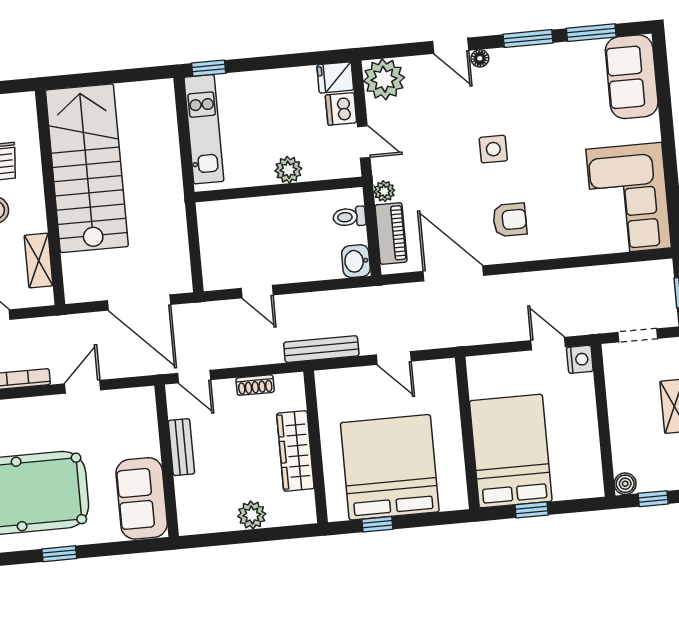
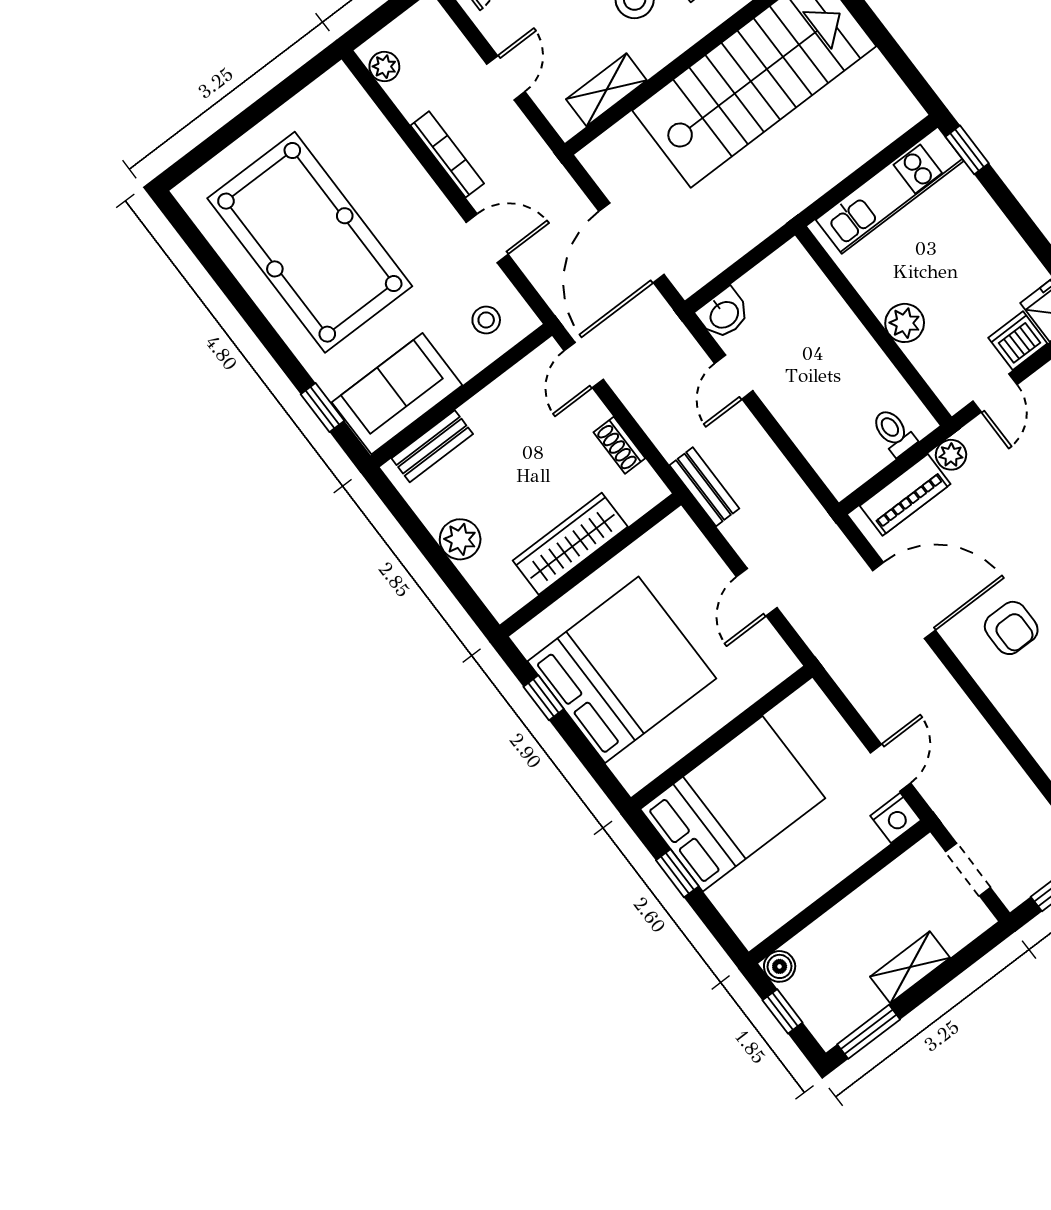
washbasin: (356, 261) -> (724, 314), moved, turned 180
door: (453, 273) -> (904, 600), hinge flipped
bench: (321, 349) -> (704, 487), width x0.73
stool: (131, 418) -> (486, 320), added
bench: (181, 447) -> (432, 446), moved
window: (59, 554) -> (323, 408), moved

